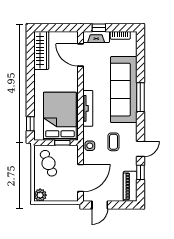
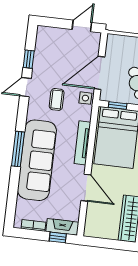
door: (81, 55) -> (86, 188), moved
door: (81, 178) -> (100, 73), moved
piano: (130, 186) -> (43, 44), removed

